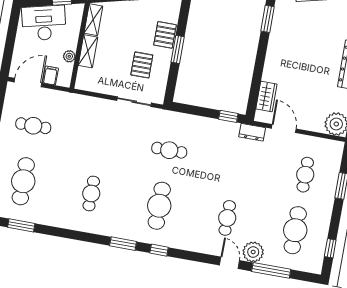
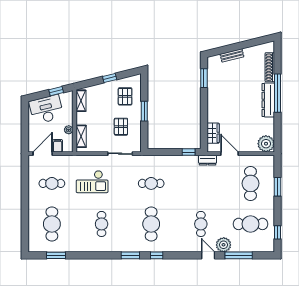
pallet: (165, 35) -> (125, 96), moved
shelving: (88, 51) -> (81, 136), moved
checkout: (89, 133) -> (92, 182), added
cafe table: (305, 175) -> (250, 183), width x1.37, depth x1.35
cafe table: (295, 230) -> (250, 224), turned 90

